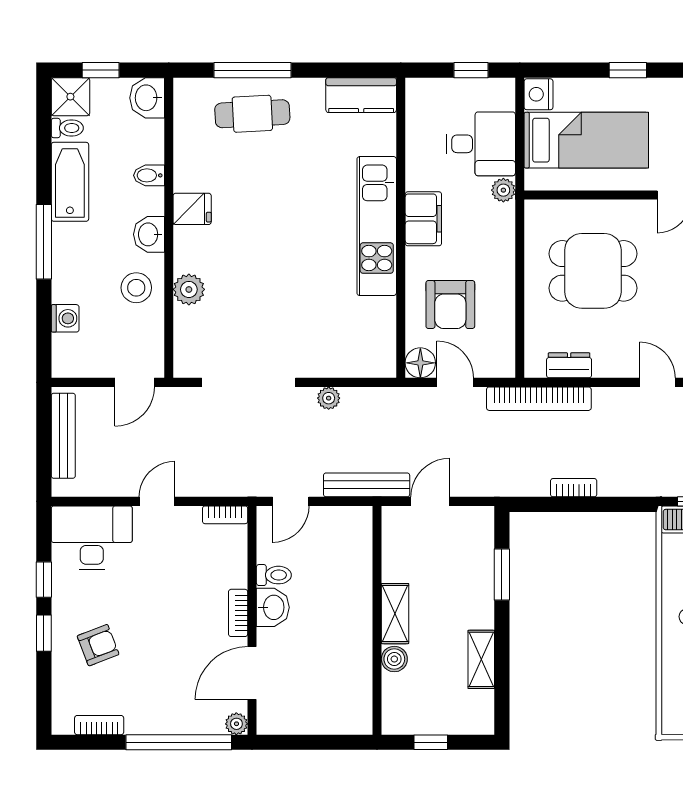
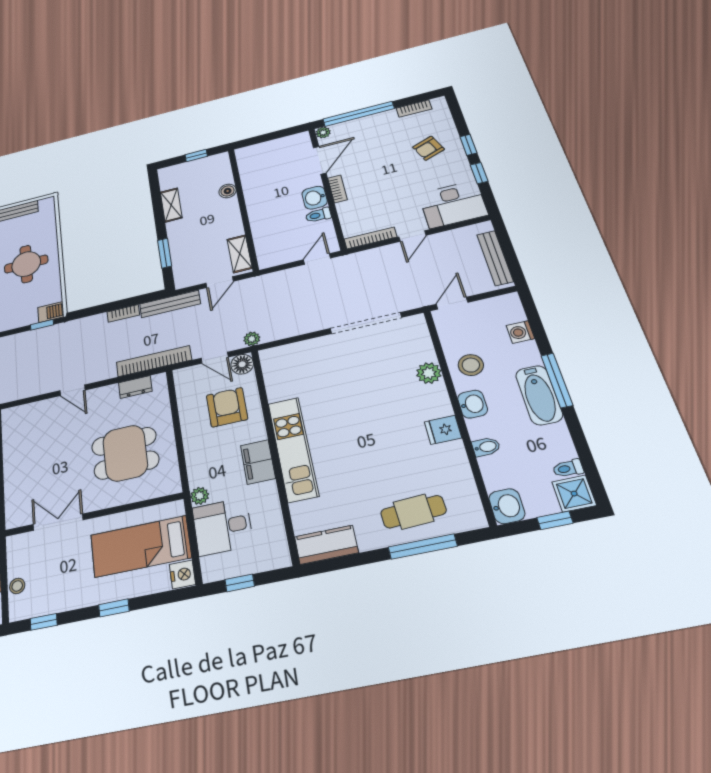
bathtub: (70, 182) -> (539, 395), moved
plant: (329, 398) -> (252, 339), moved
bench: (367, 485) -> (170, 304), moved
bookcase: (225, 515) -> (370, 238), width x1.56
shelving: (395, 614) -> (240, 254), moved

